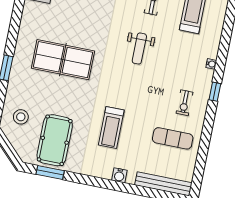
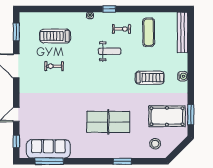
weight bench: (139, 49) -> (110, 51), moved
table tennis table: (63, 60) -> (108, 122), turned 90
water cooler: (119, 175) -> (183, 76), moved

